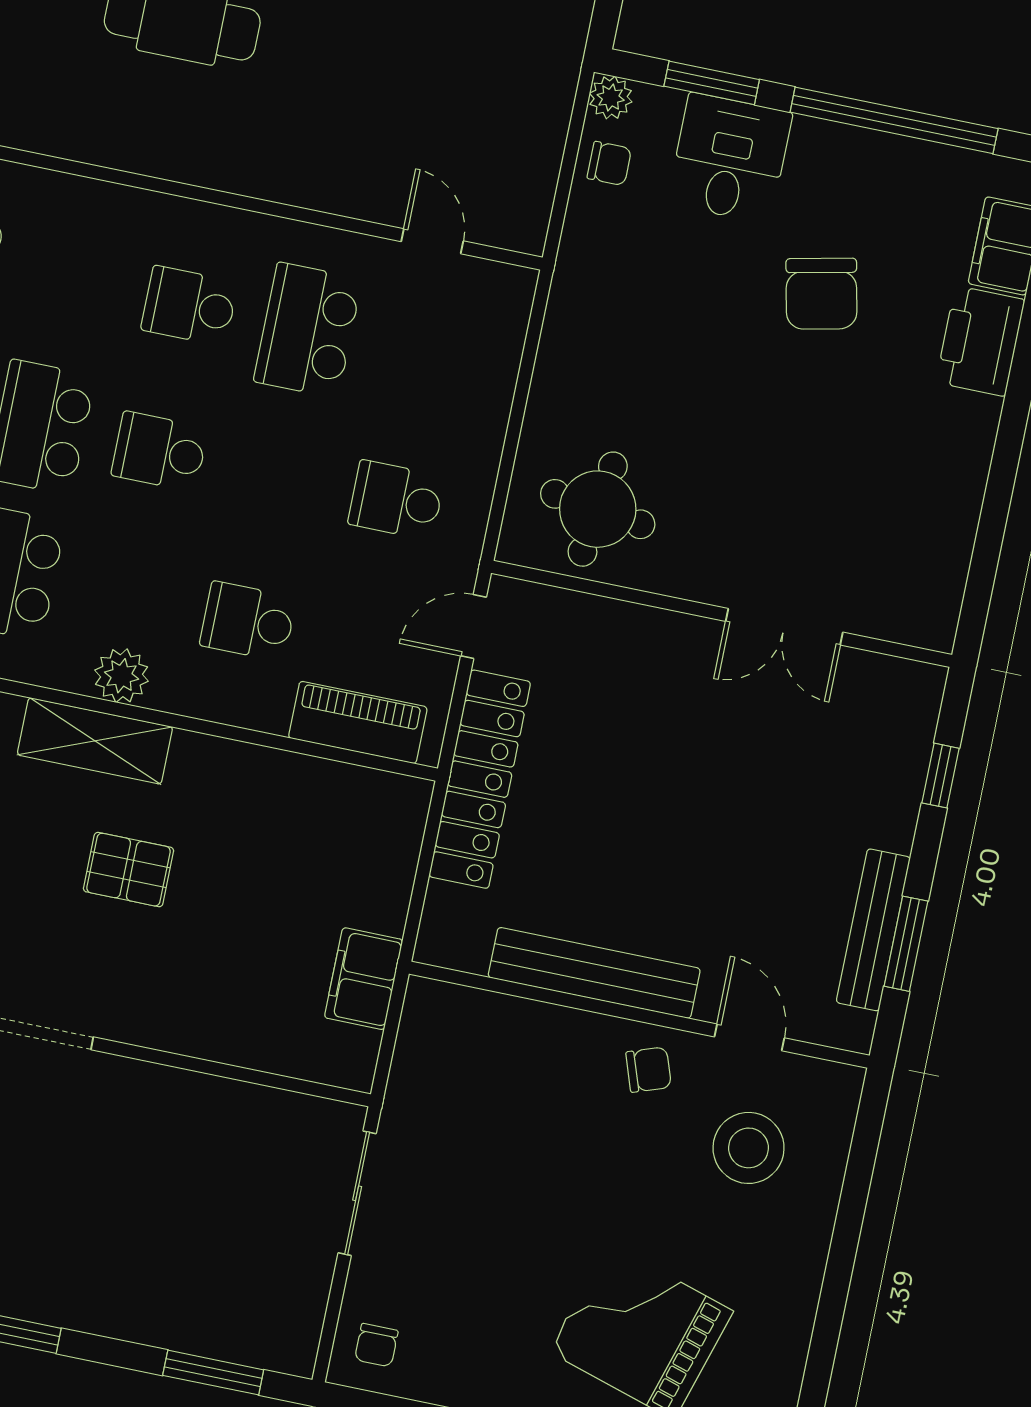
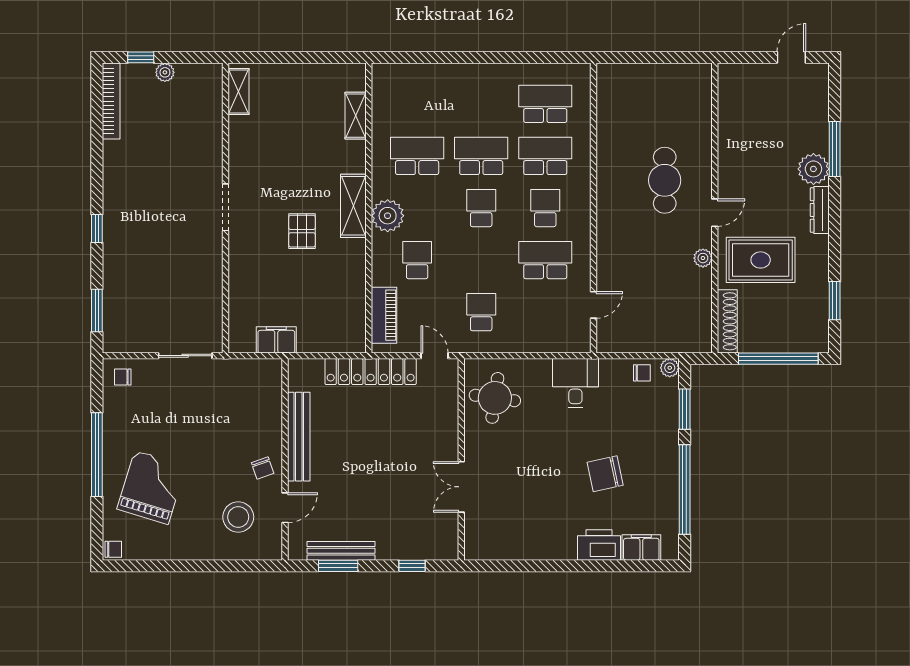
desk: (730, 158) -> (575, 383), moved, turned -90
chair: (609, 163) -> (642, 373), turned -90
school desk: (71, 282) -> (545, 156), added
plant: (122, 676) -> (388, 216), width x1.36, depth x1.36

